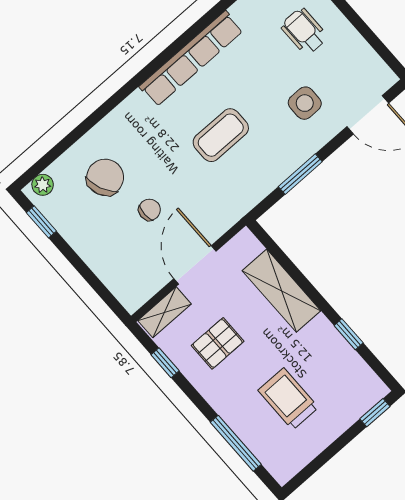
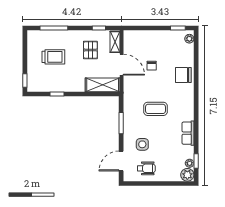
wheelchair: (304, 31) -> (146, 168), moved
row of seats: (191, 59) -> (188, 133), width x0.50
coffee table: (221, 135) -> (156, 109), turned 90
chair: (105, 177) -> (183, 75), moved, turned 114
shelving: (281, 291) -> (103, 85), moved

